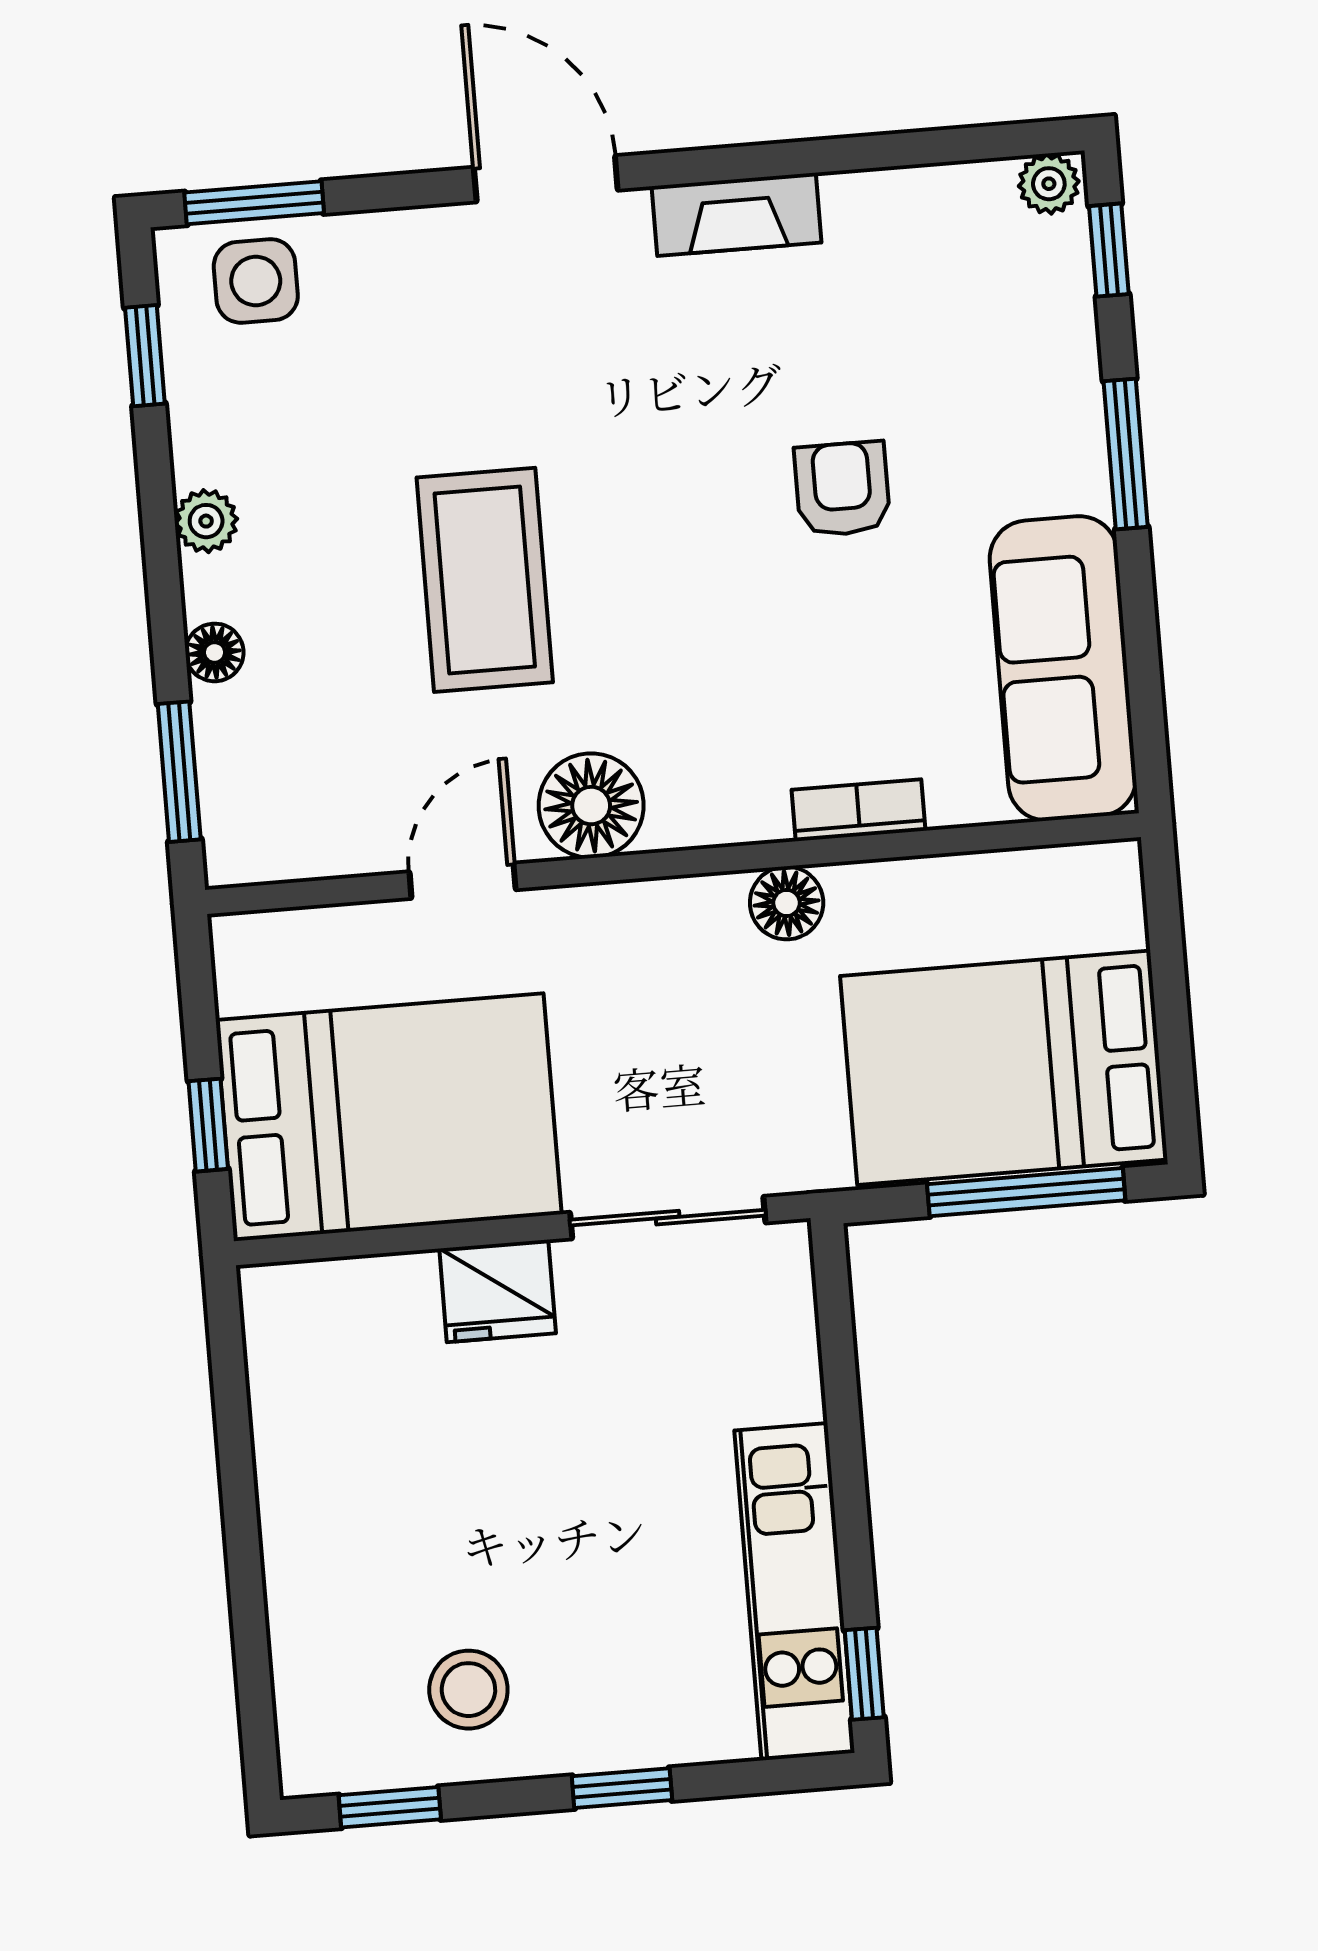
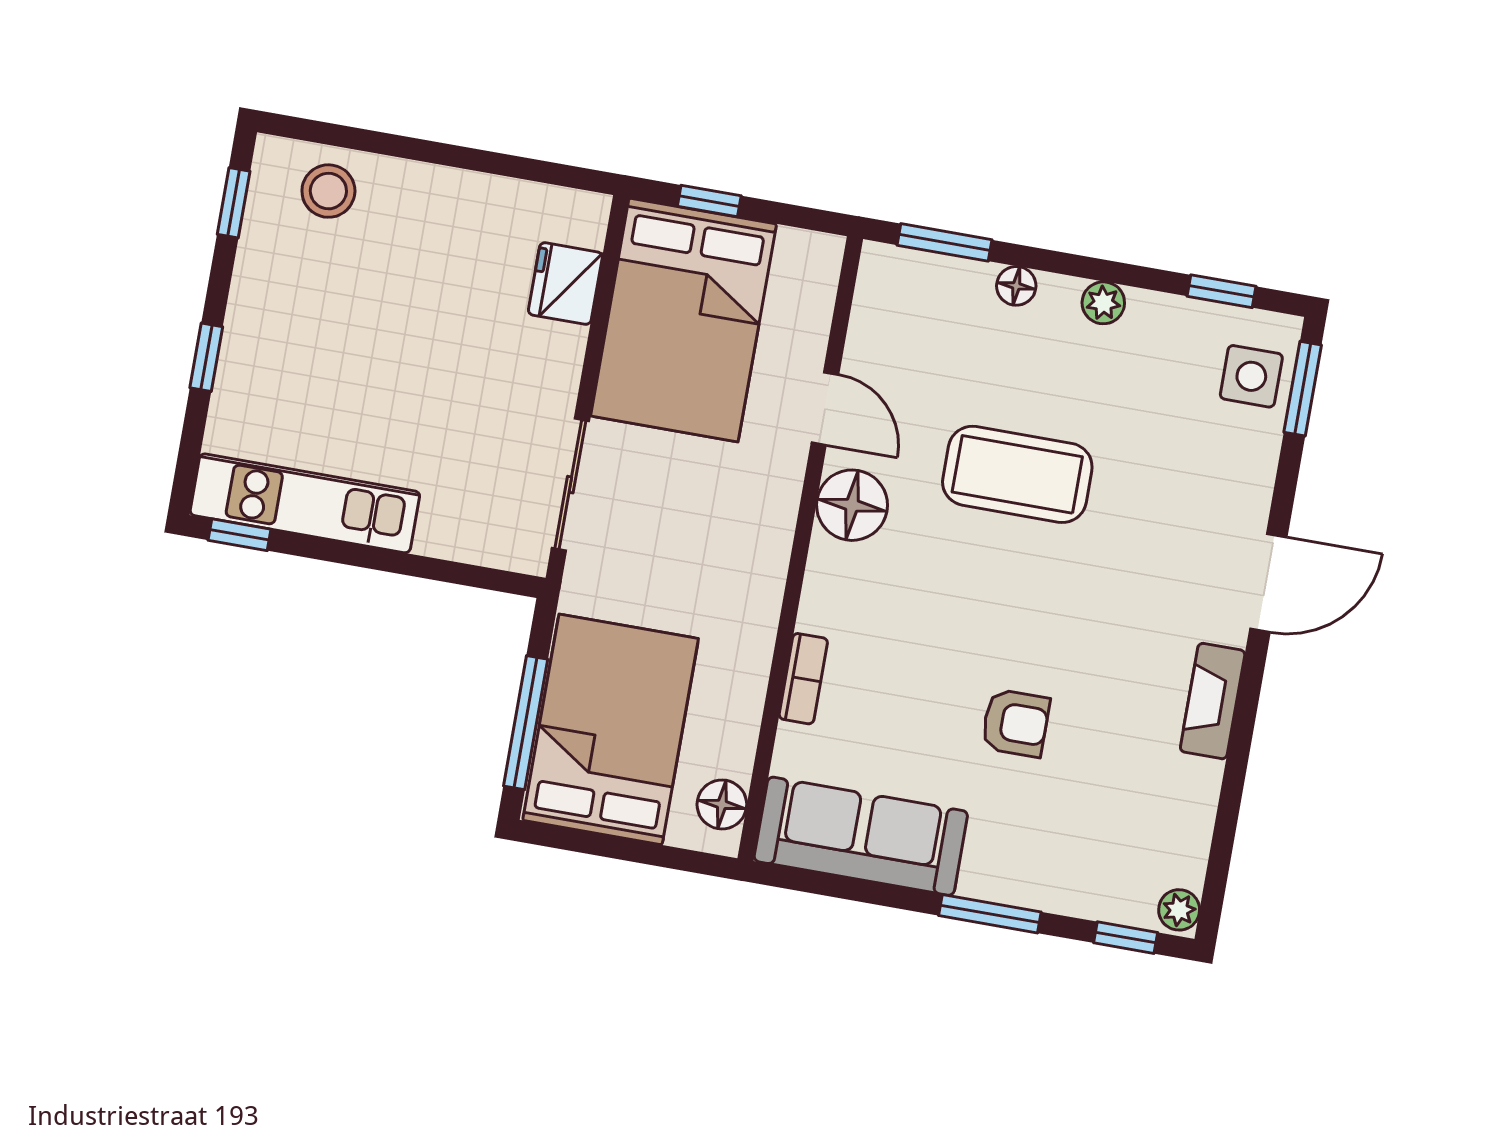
floor lamp: (787, 903) -> (722, 804), moved
fridge: (498, 1291) -> (565, 284), moved
stool: (468, 1690) -> (328, 191), moved

